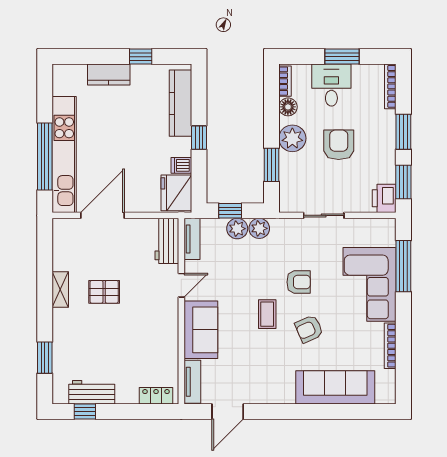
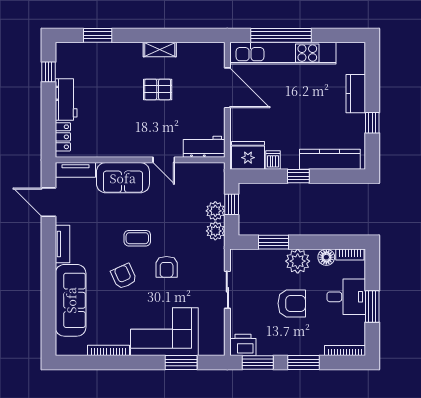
tv unit: (192, 239) -> (62, 244), moved, turned -90
window: (403, 266) -> (181, 363), width x0.69
pallet: (104, 292) -> (158, 89), turned 90
workbench: (92, 392) -> (66, 100), moved

